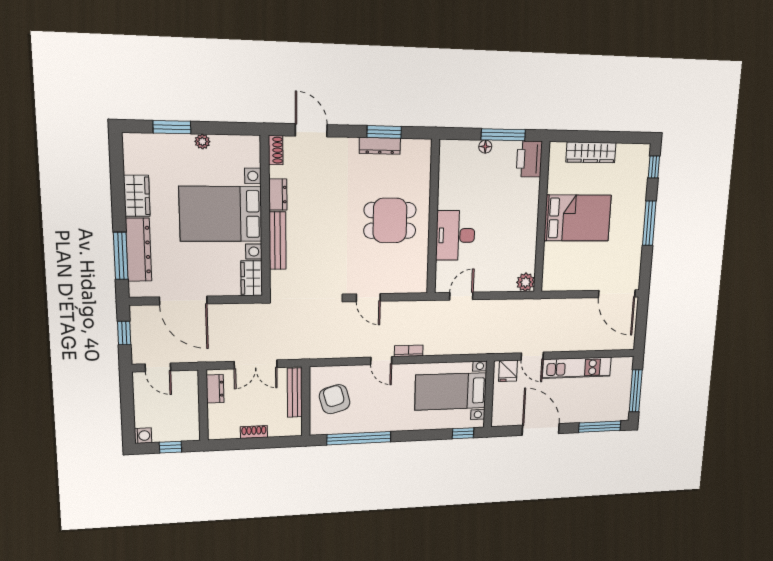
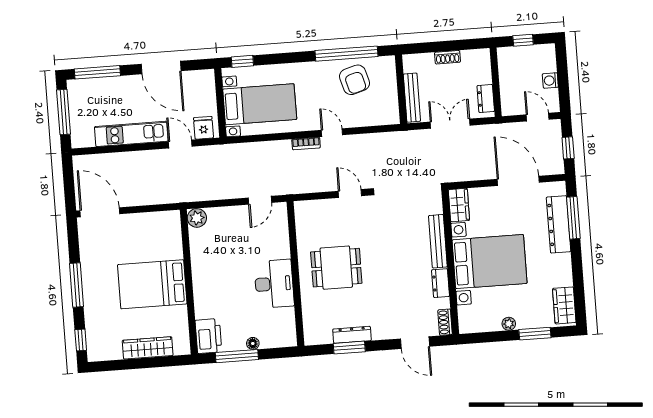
wardrobe: (137, 196) -> (564, 305), moved
desk: (455, 235) -> (274, 284), moved
armchair: (335, 399) -> (354, 80), moved
washing machine: (143, 436) -> (550, 81), moved

